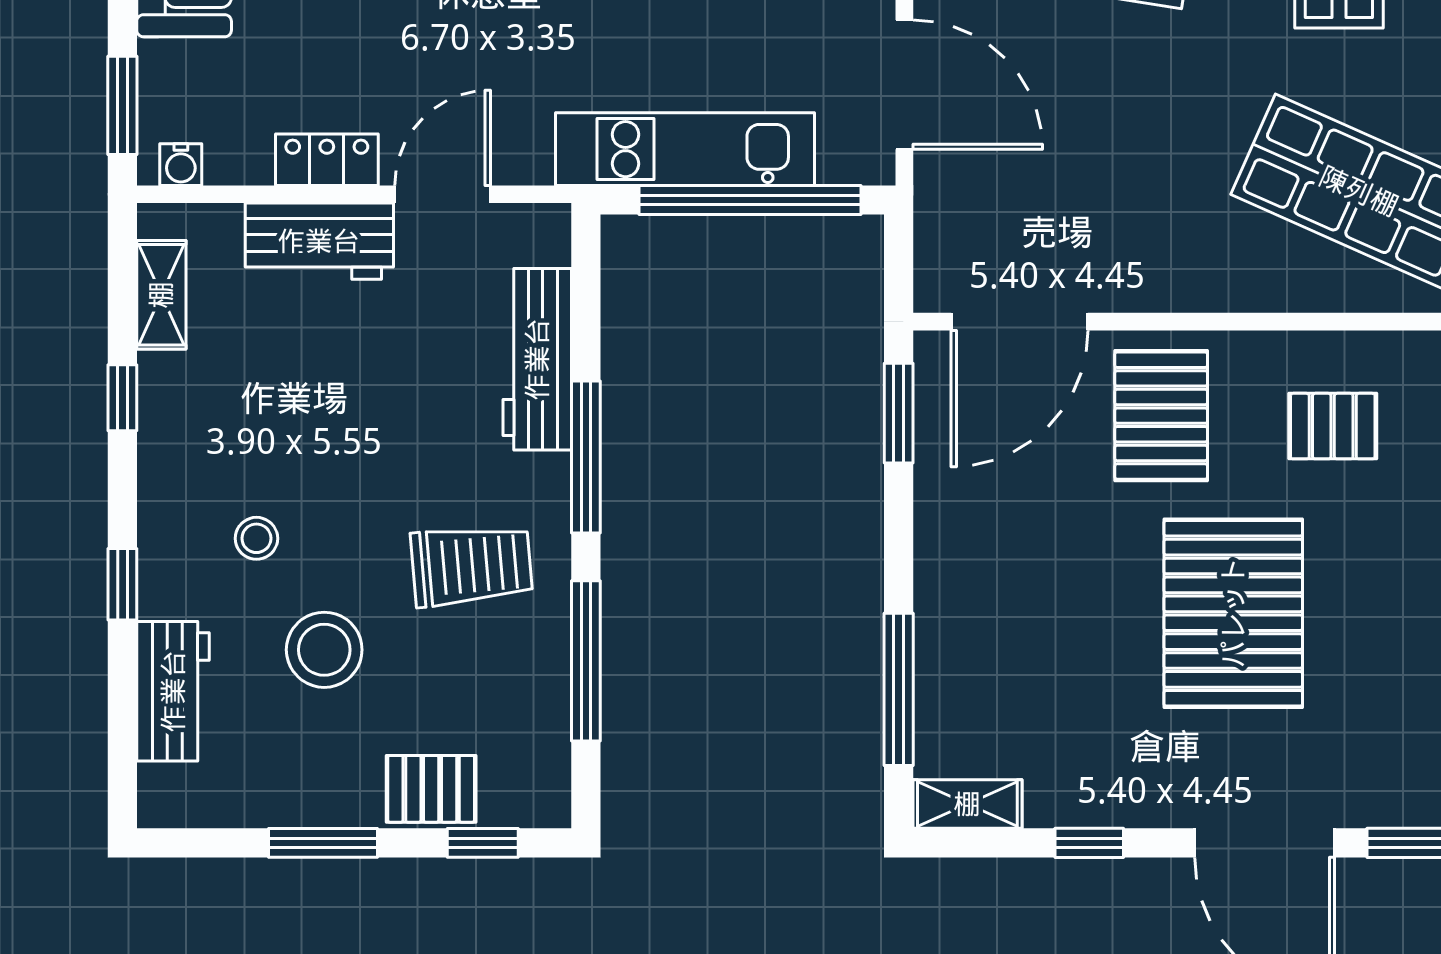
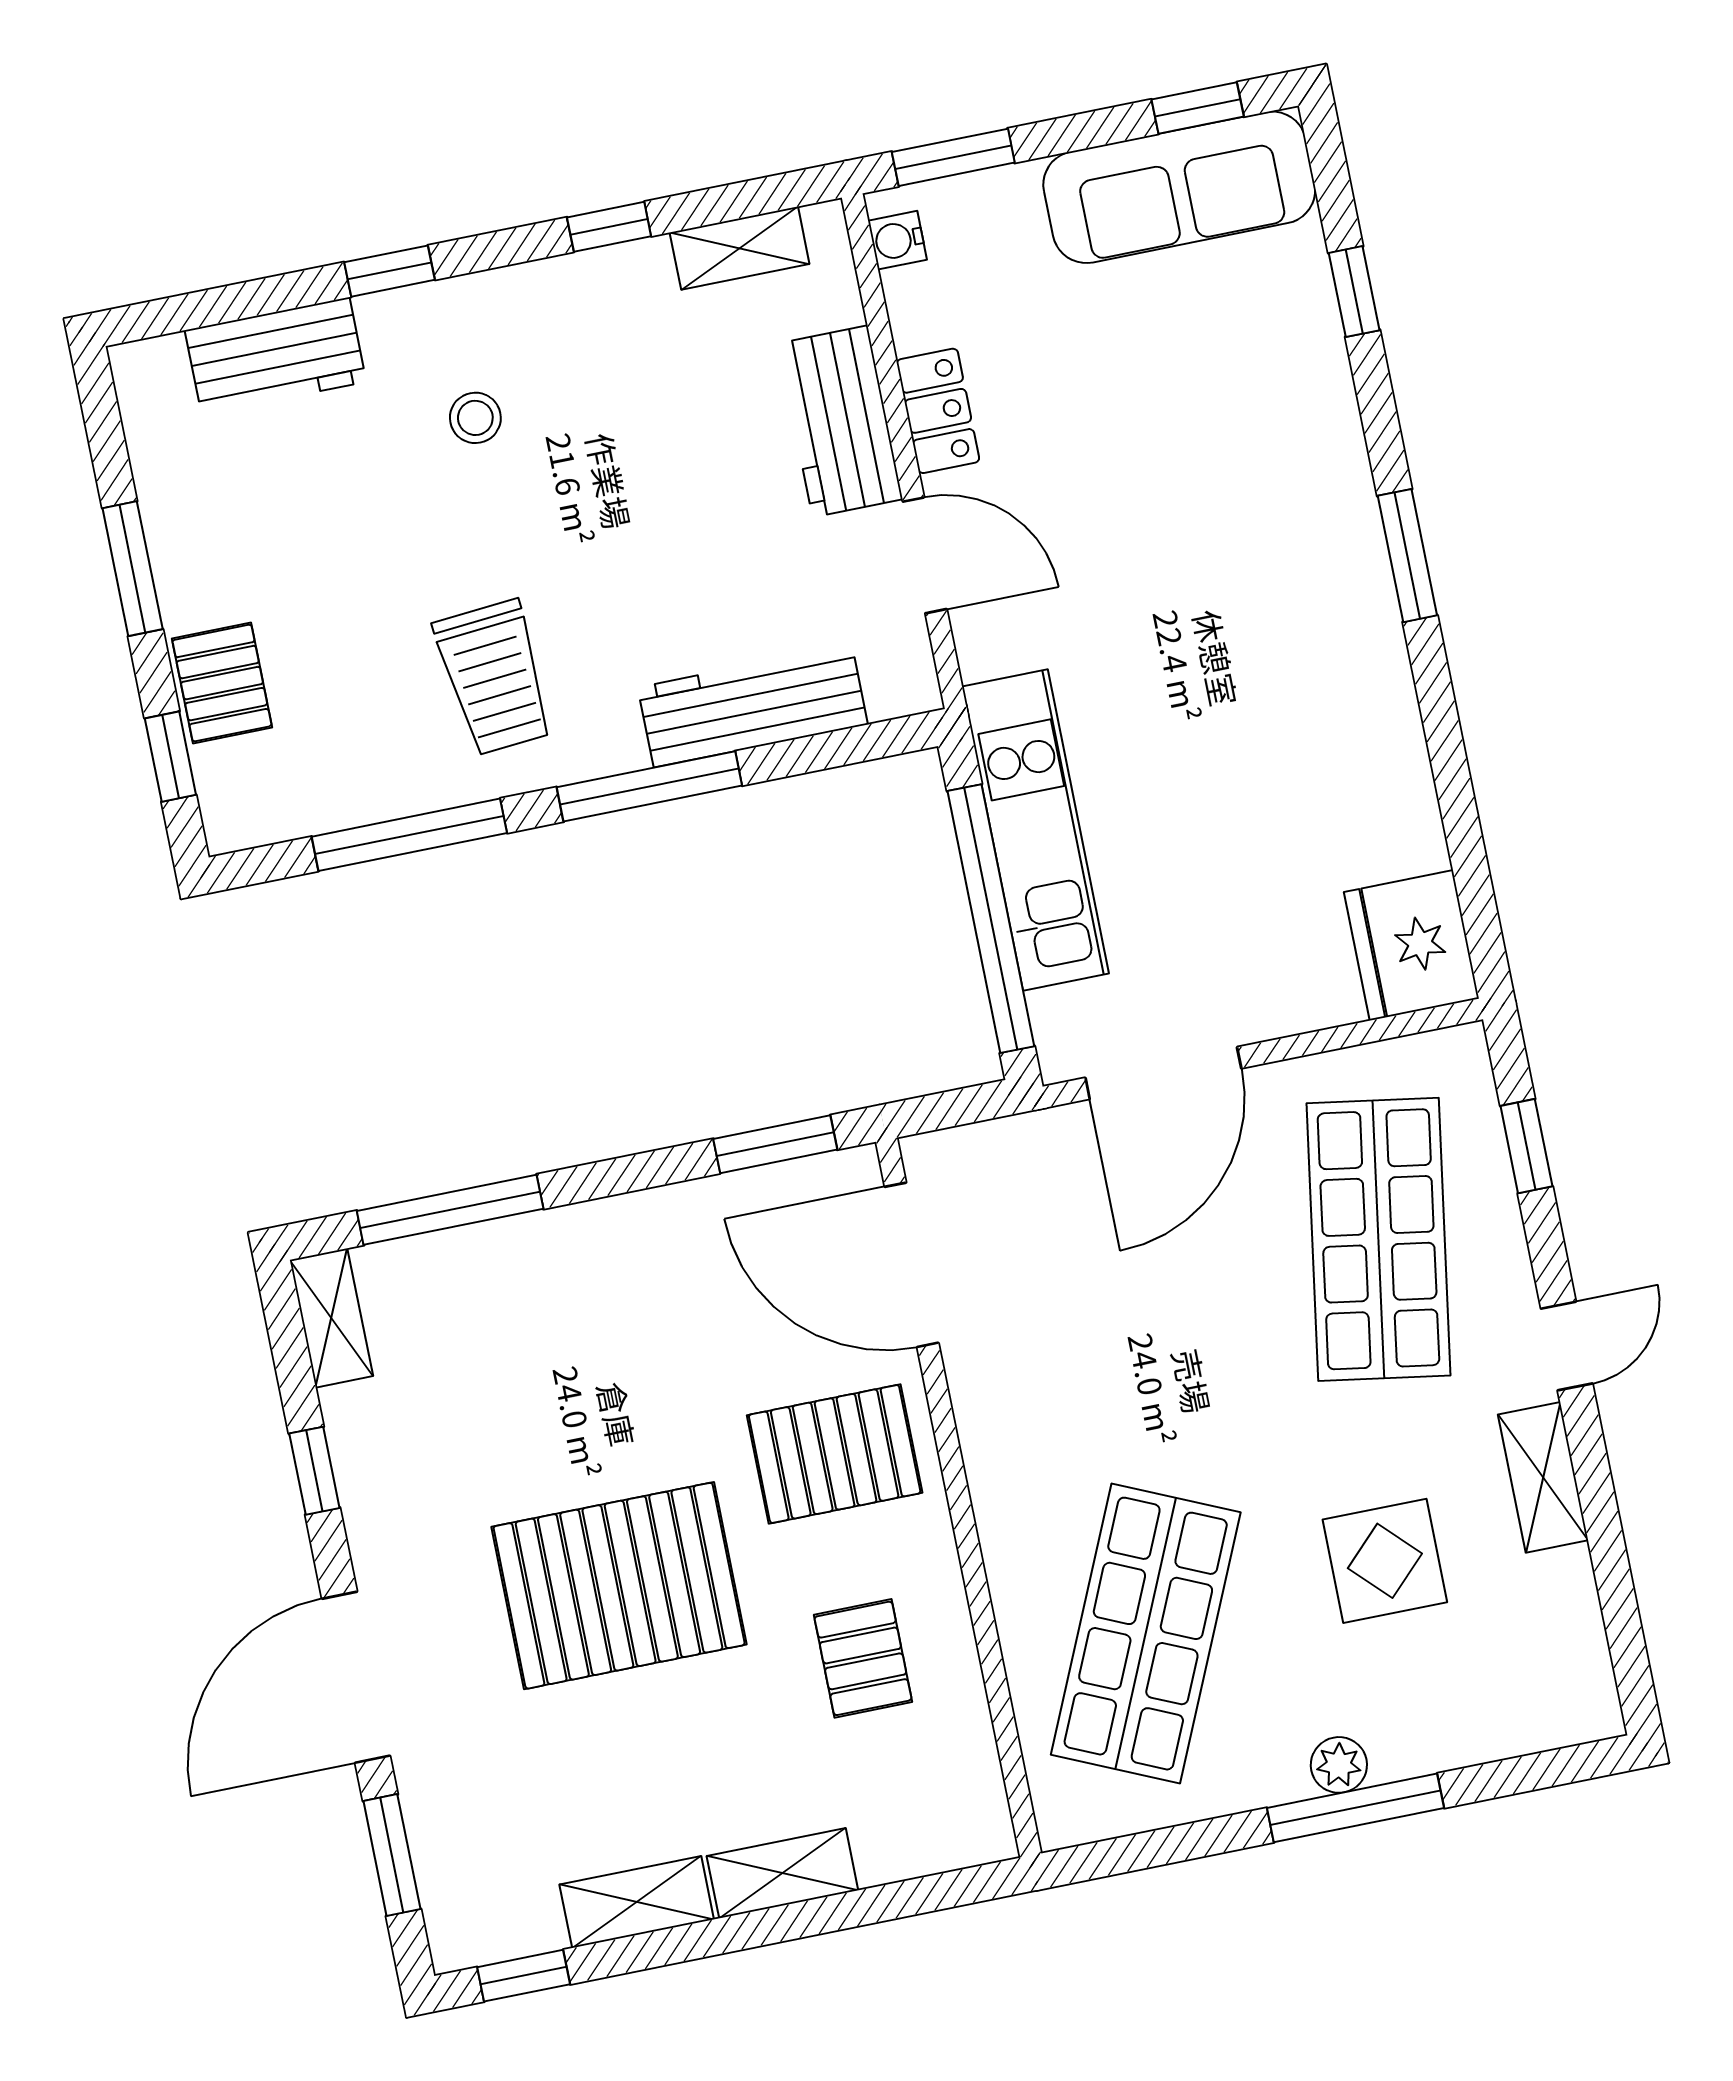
stool: (324, 650) -> (360, 524), removed

